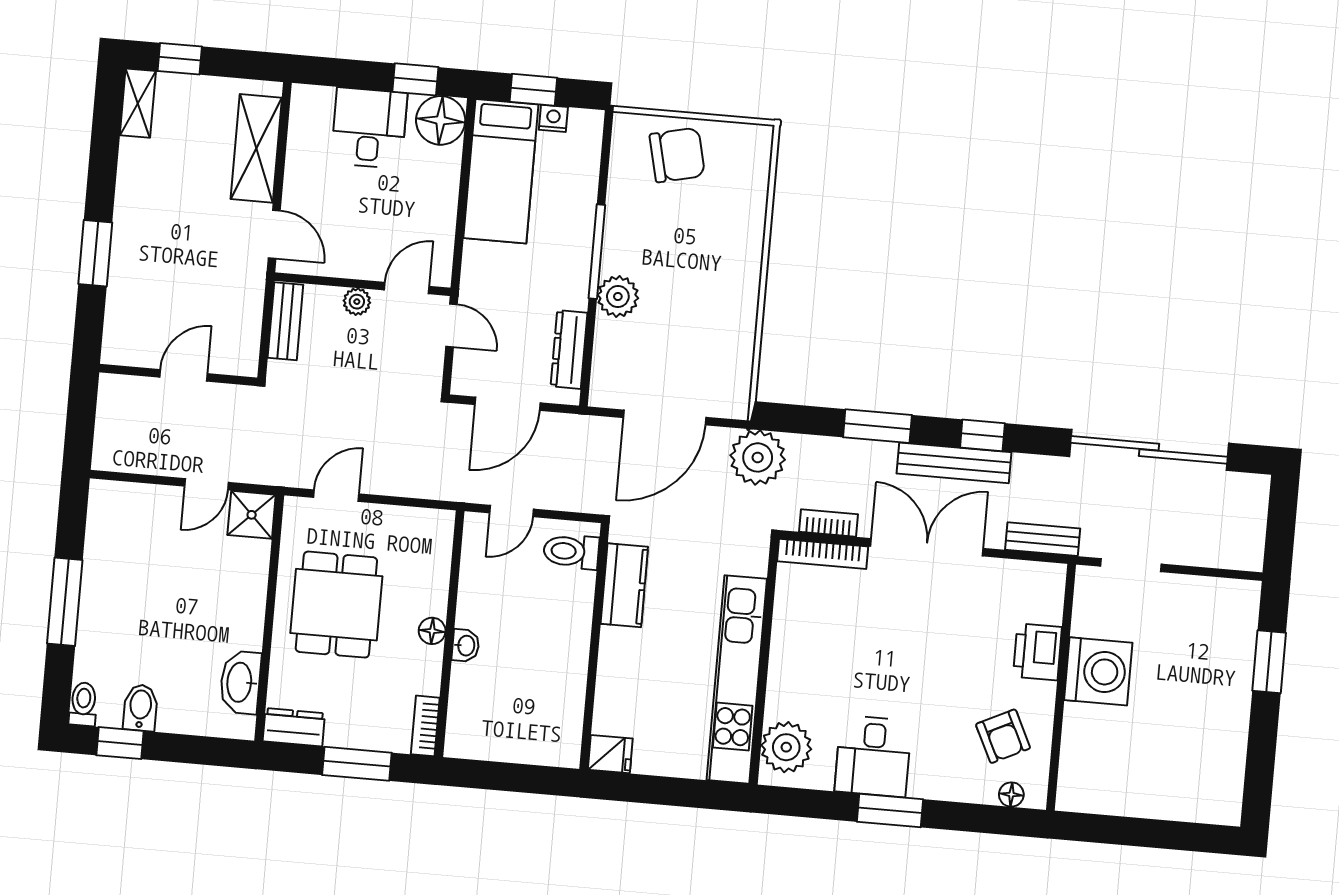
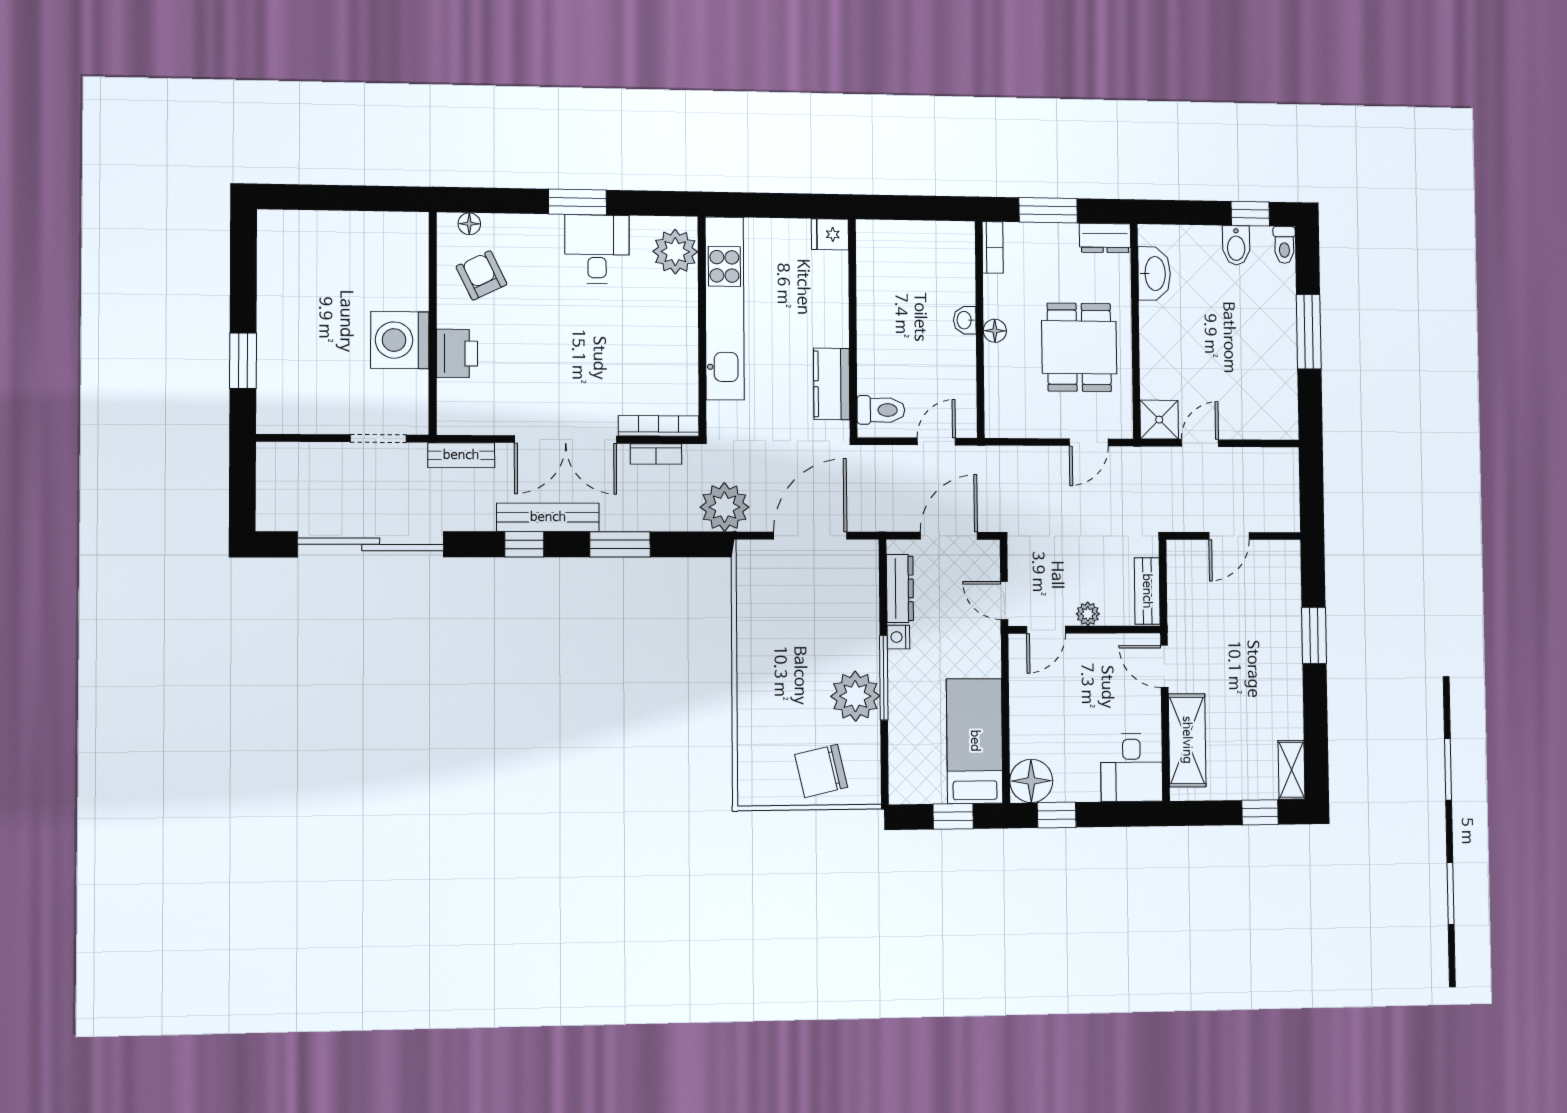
nightstand: (553, 118) -> (898, 637), moved, turned 90
desk: (369, 128) -> (1132, 768), moved
plant: (618, 296) -> (855, 696), moved, width x1.36, depth x1.36

